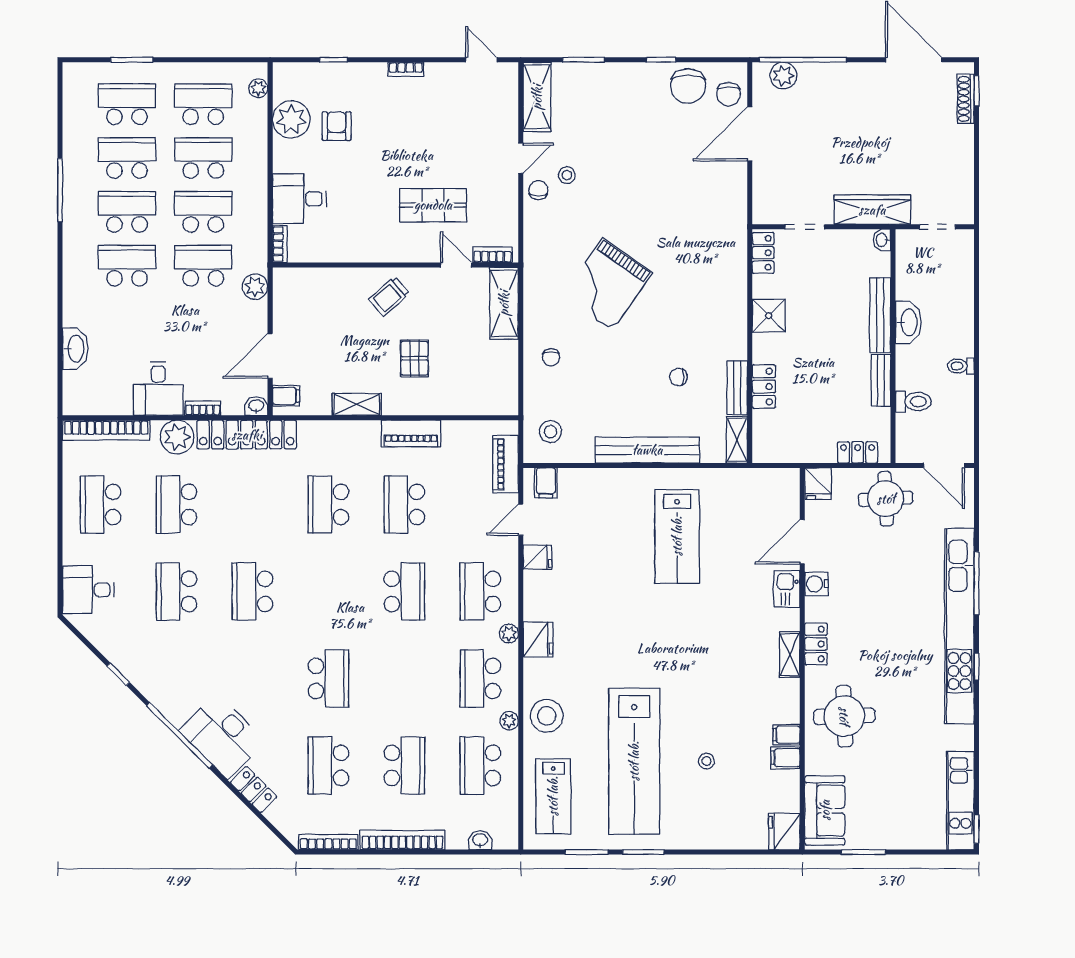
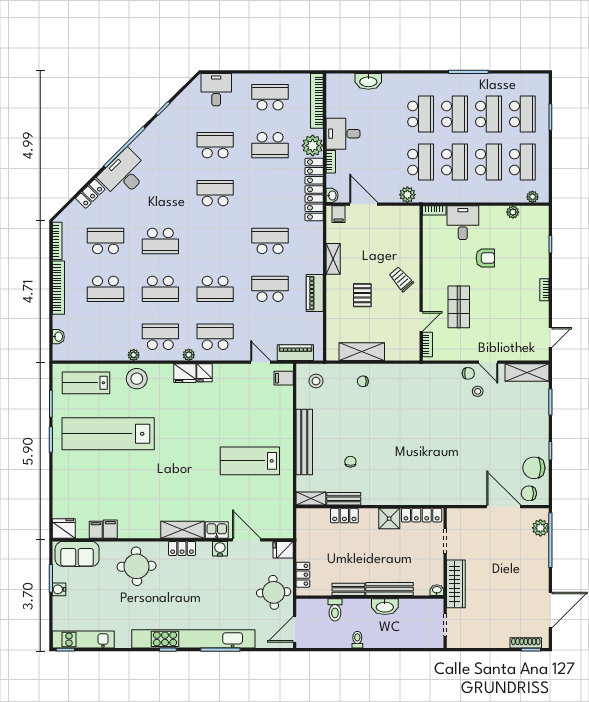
plant: (291, 120) -> (513, 212), width x0.53, depth x0.53
armchair: (337, 126) -> (485, 258), moved
locker: (763, 253) -> (422, 515), width x1.53
grand piano: (607, 284) -> (409, 417), removed
shelving: (504, 303) -> (362, 352), moved
pallet: (414, 358) -> (362, 295), turned 90
school desk: (176, 504) -> (270, 145), turned 180
fridge: (537, 557) -> (205, 373), moved
shelving: (790, 655) -> (183, 530), width x1.50, depth x1.33
filing cabinet: (786, 735) -> (96, 530), moved
stool: (706, 761) -> (108, 479), removed
school desk: (480, 765) -> (160, 289), moved, turned 180
water cooler: (881, 839) -> (59, 589), added

